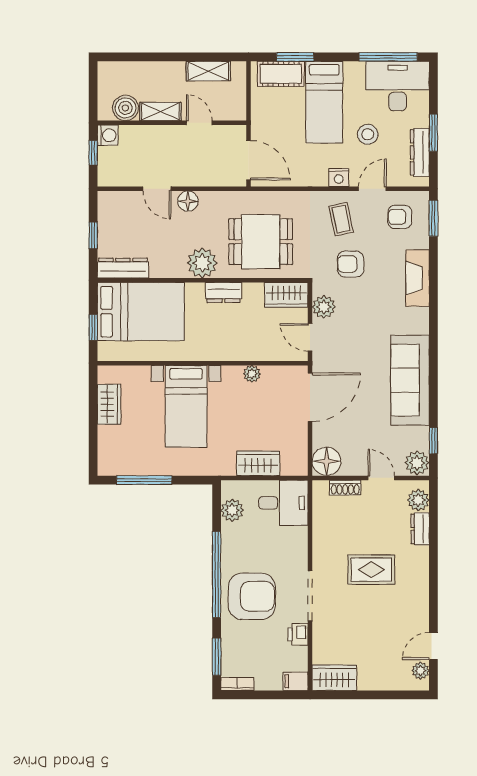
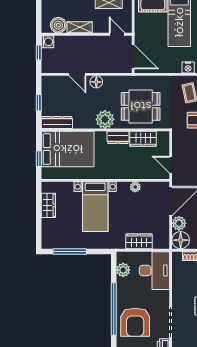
door: (199, 123) -> (117, 34), moved
wardrobe: (286, 295) -> (143, 139), moved
plant: (324, 307) -> (179, 223), moved
desk: (283, 503) -> (154, 271), width x1.37
armchair: (252, 596) -> (135, 322), turned 90

